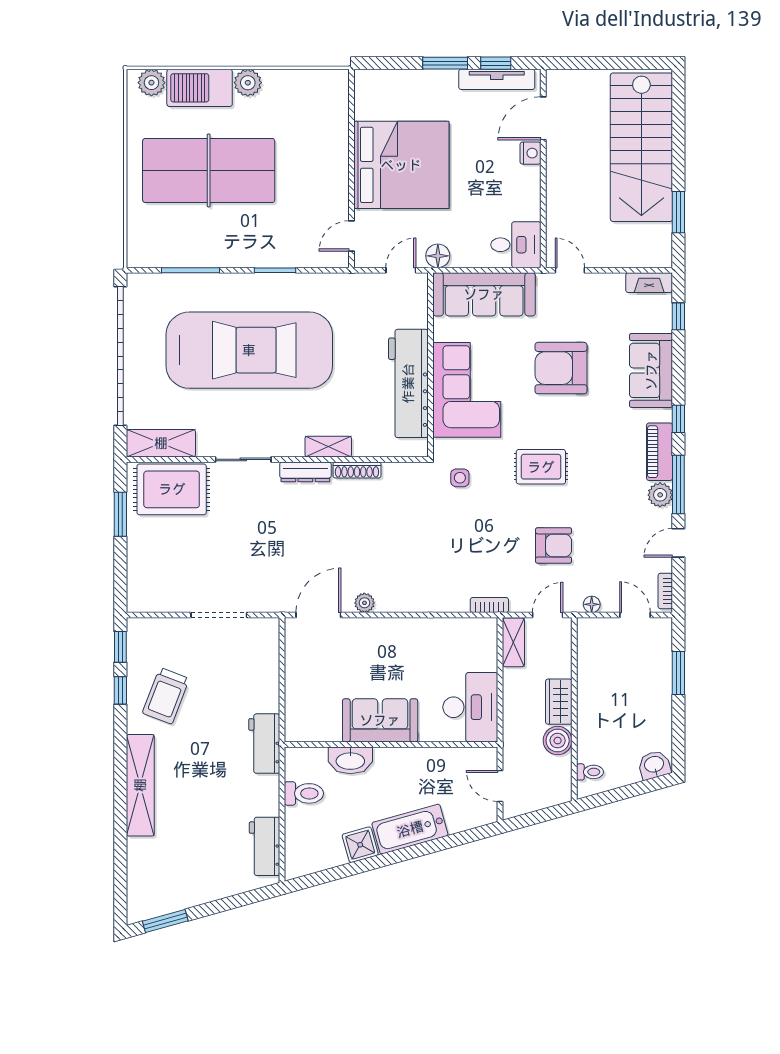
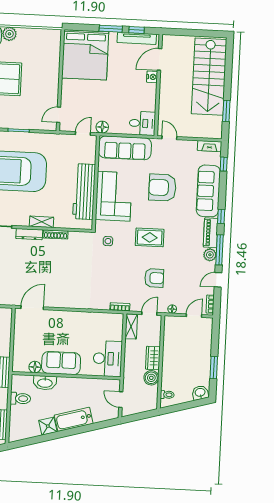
bed: (401, 165) -> (85, 55), moved, turned 90
sofa: (651, 370) -> (208, 191), width x1.36
plant: (364, 603) -> (56, 303), removed
door: (635, 615) -> (194, 316), hinge flipped
window: (678, 673) -> (214, 368), moved
floor lamp: (329, 731) -> (35, 367), added

